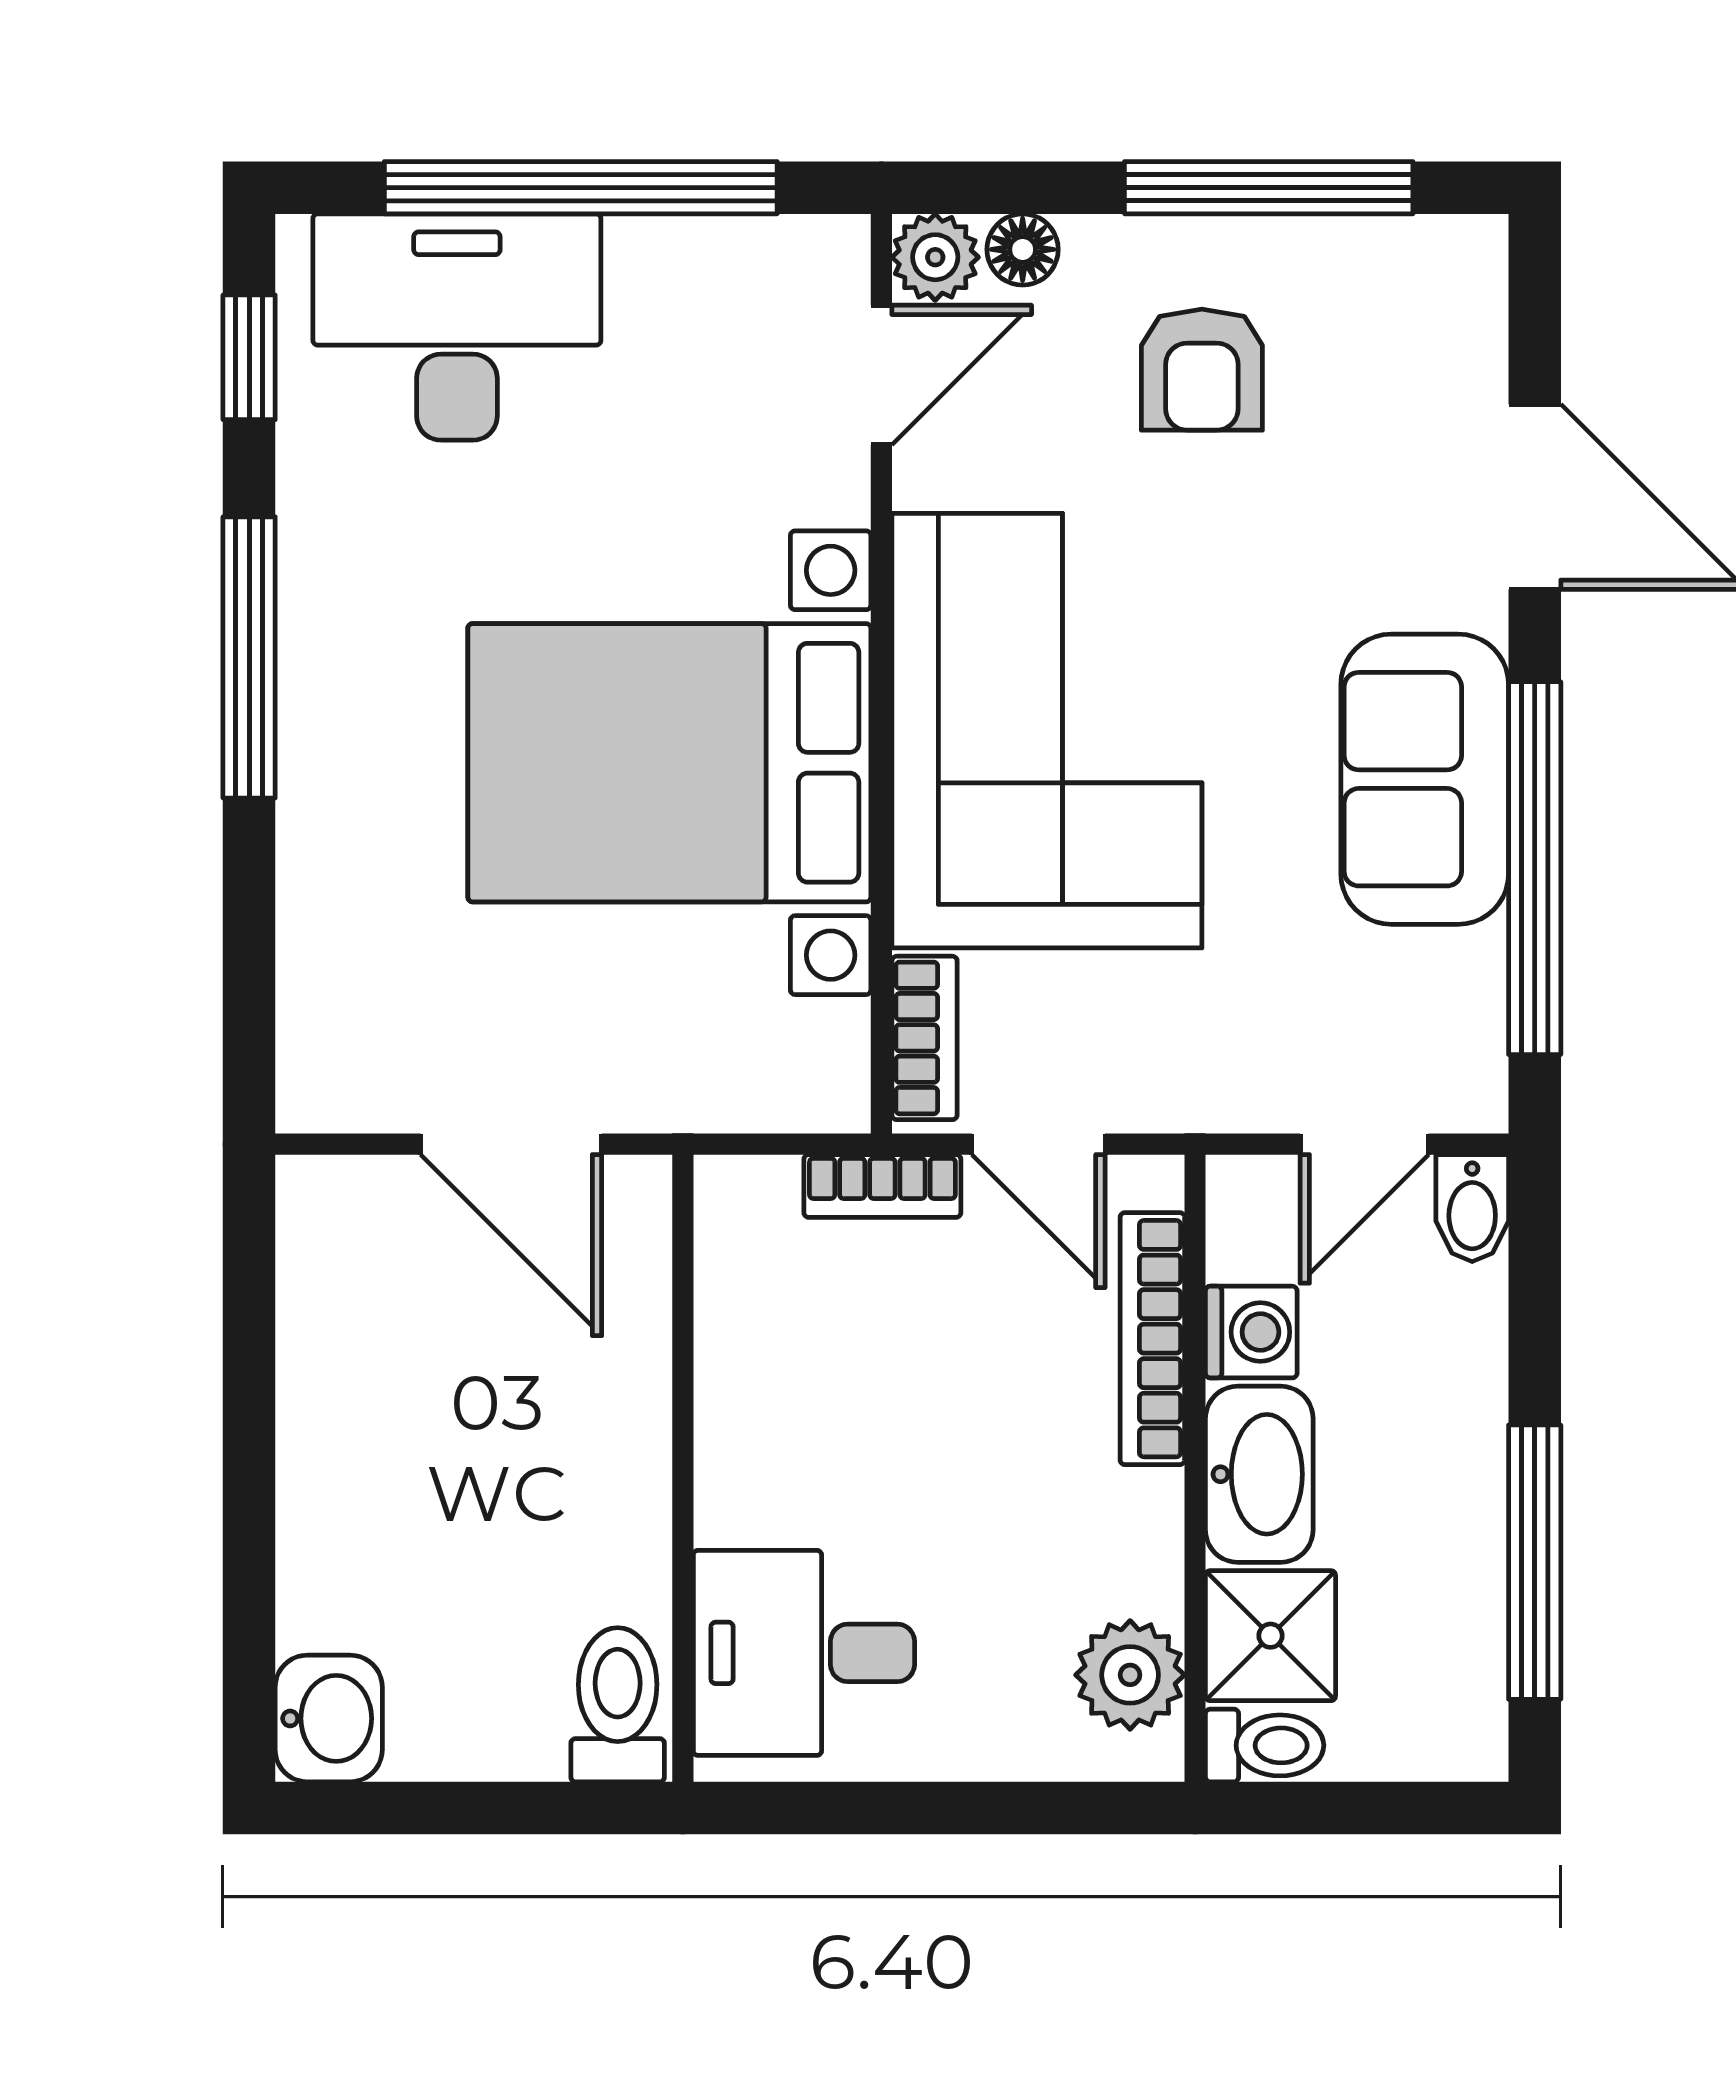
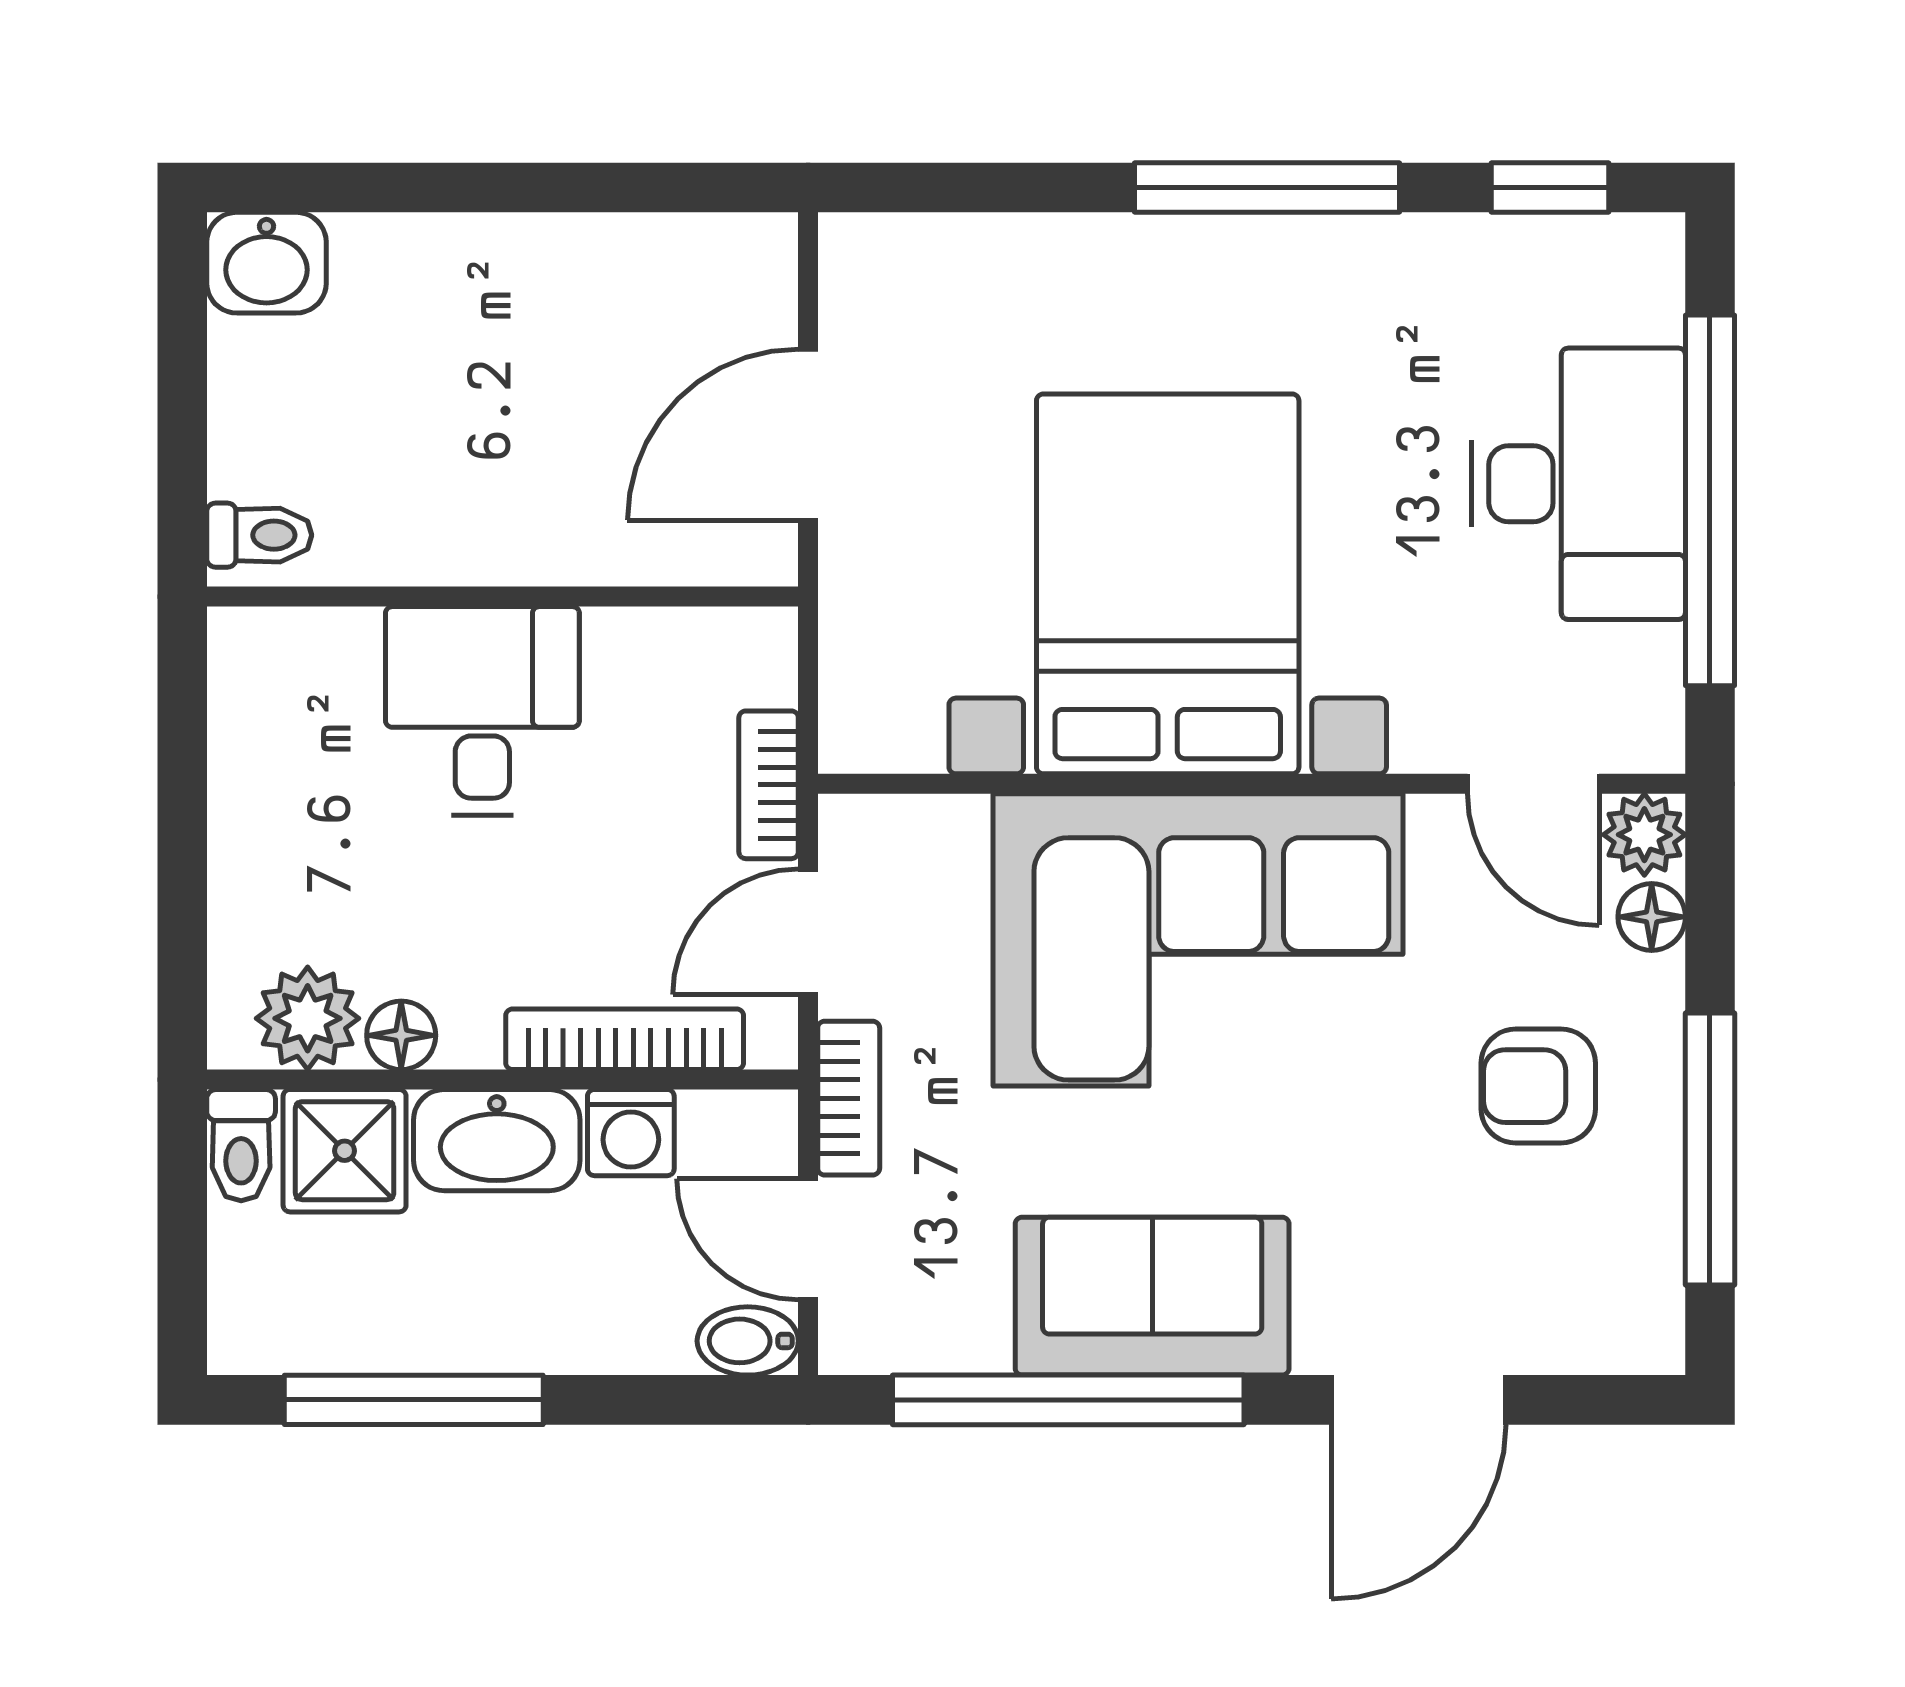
desk: (457, 327) -> (1579, 484), moved
bookcase: (925, 1038) -> (849, 1098), moved, turned -90
floor lamp: (1148, 1576) -> (401, 1035), added
desk: (804, 1653) -> (482, 711), moved
toilet: (618, 1705) -> (259, 535), width x0.73, depth x0.72

